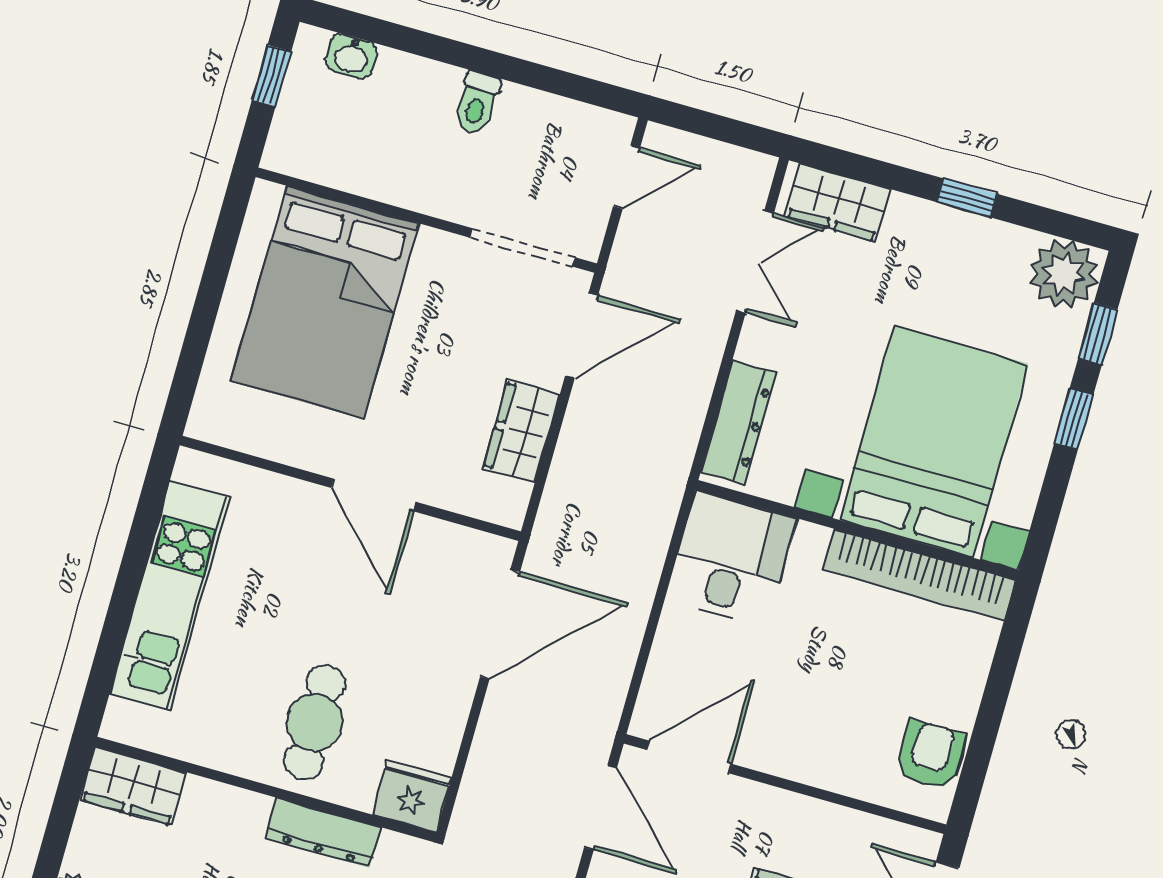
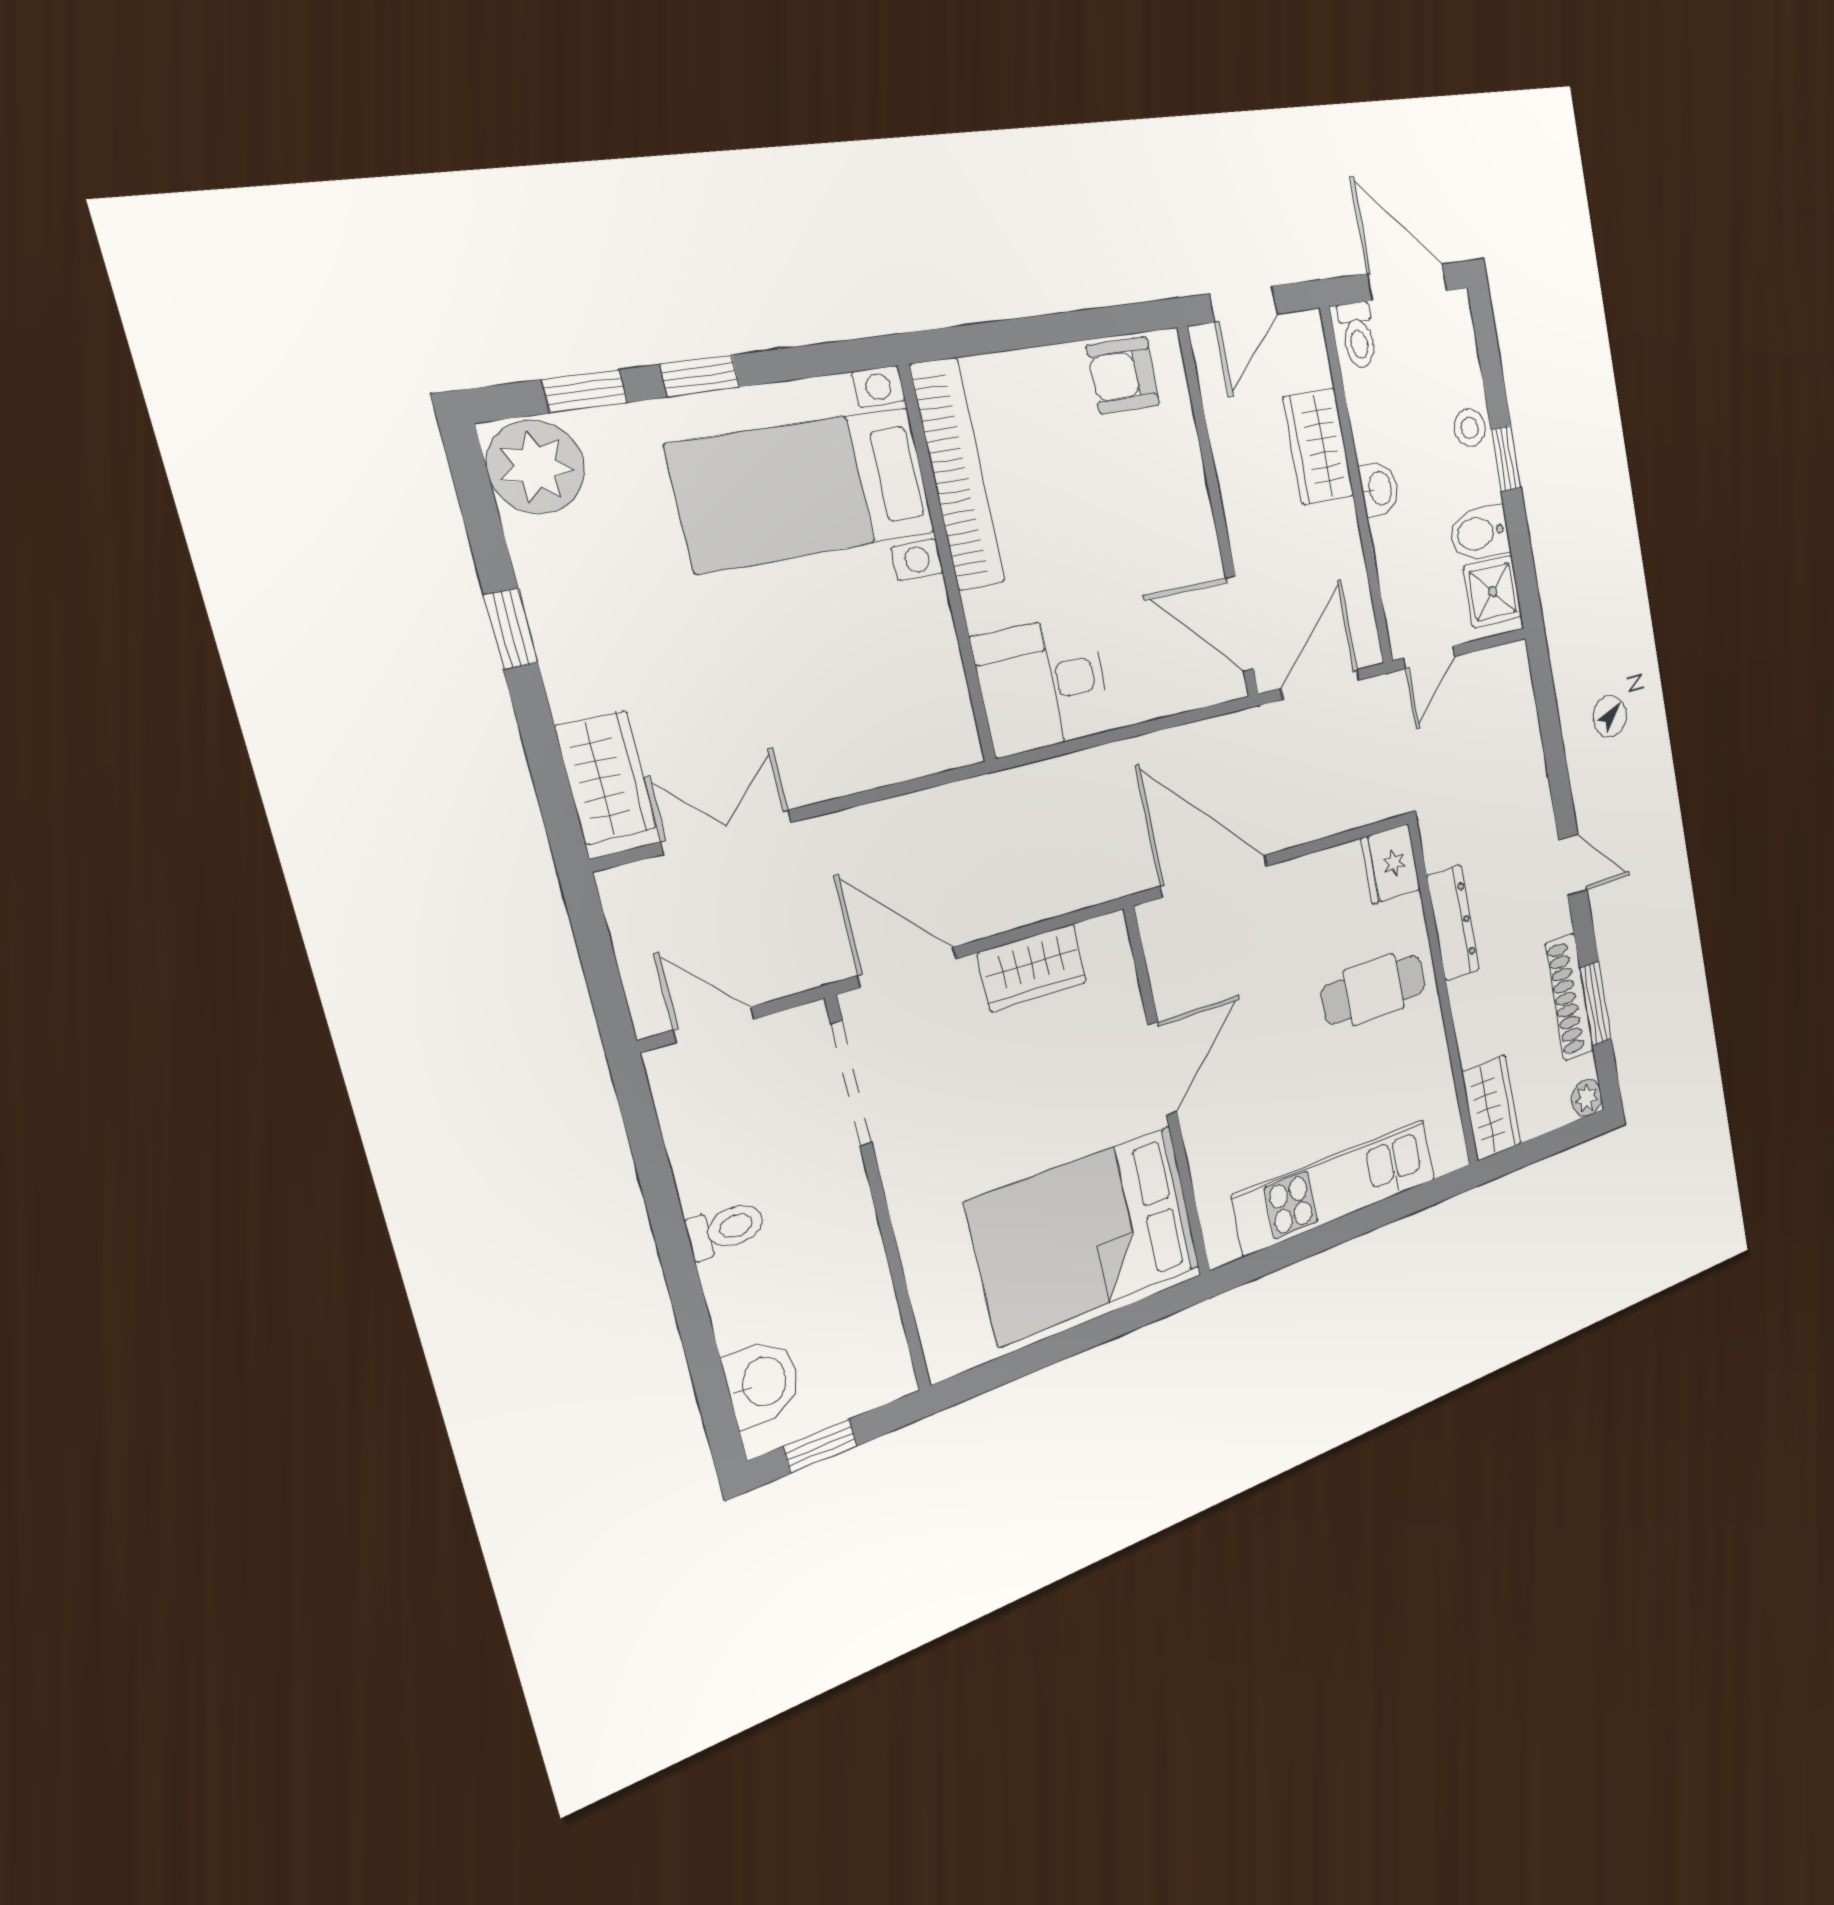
washbasin: (351, 56) -> (763, 1382), width x1.38, depth x1.45
bed: (325, 302) -> (1085, 1235), moved, turned 180
dresser: (738, 423) -> (906, 753), removed
bed with nightstands: (934, 442) -> (803, 489), width x0.73

